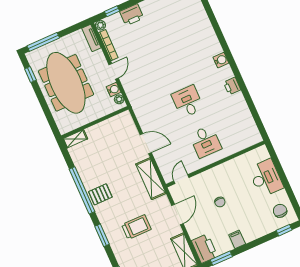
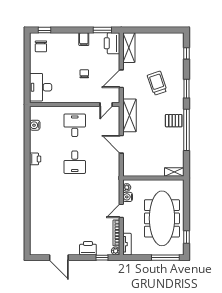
water cooler: (221, 60) -> (35, 125), moved
desk: (266, 178) -> (41, 87), moved
trolley: (136, 227) -> (157, 83), turned 71

